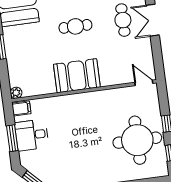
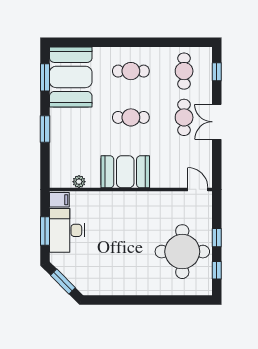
plant: (16, 93) -> (79, 182), moved
desk: (32, 135) -> (67, 230), width x1.37

